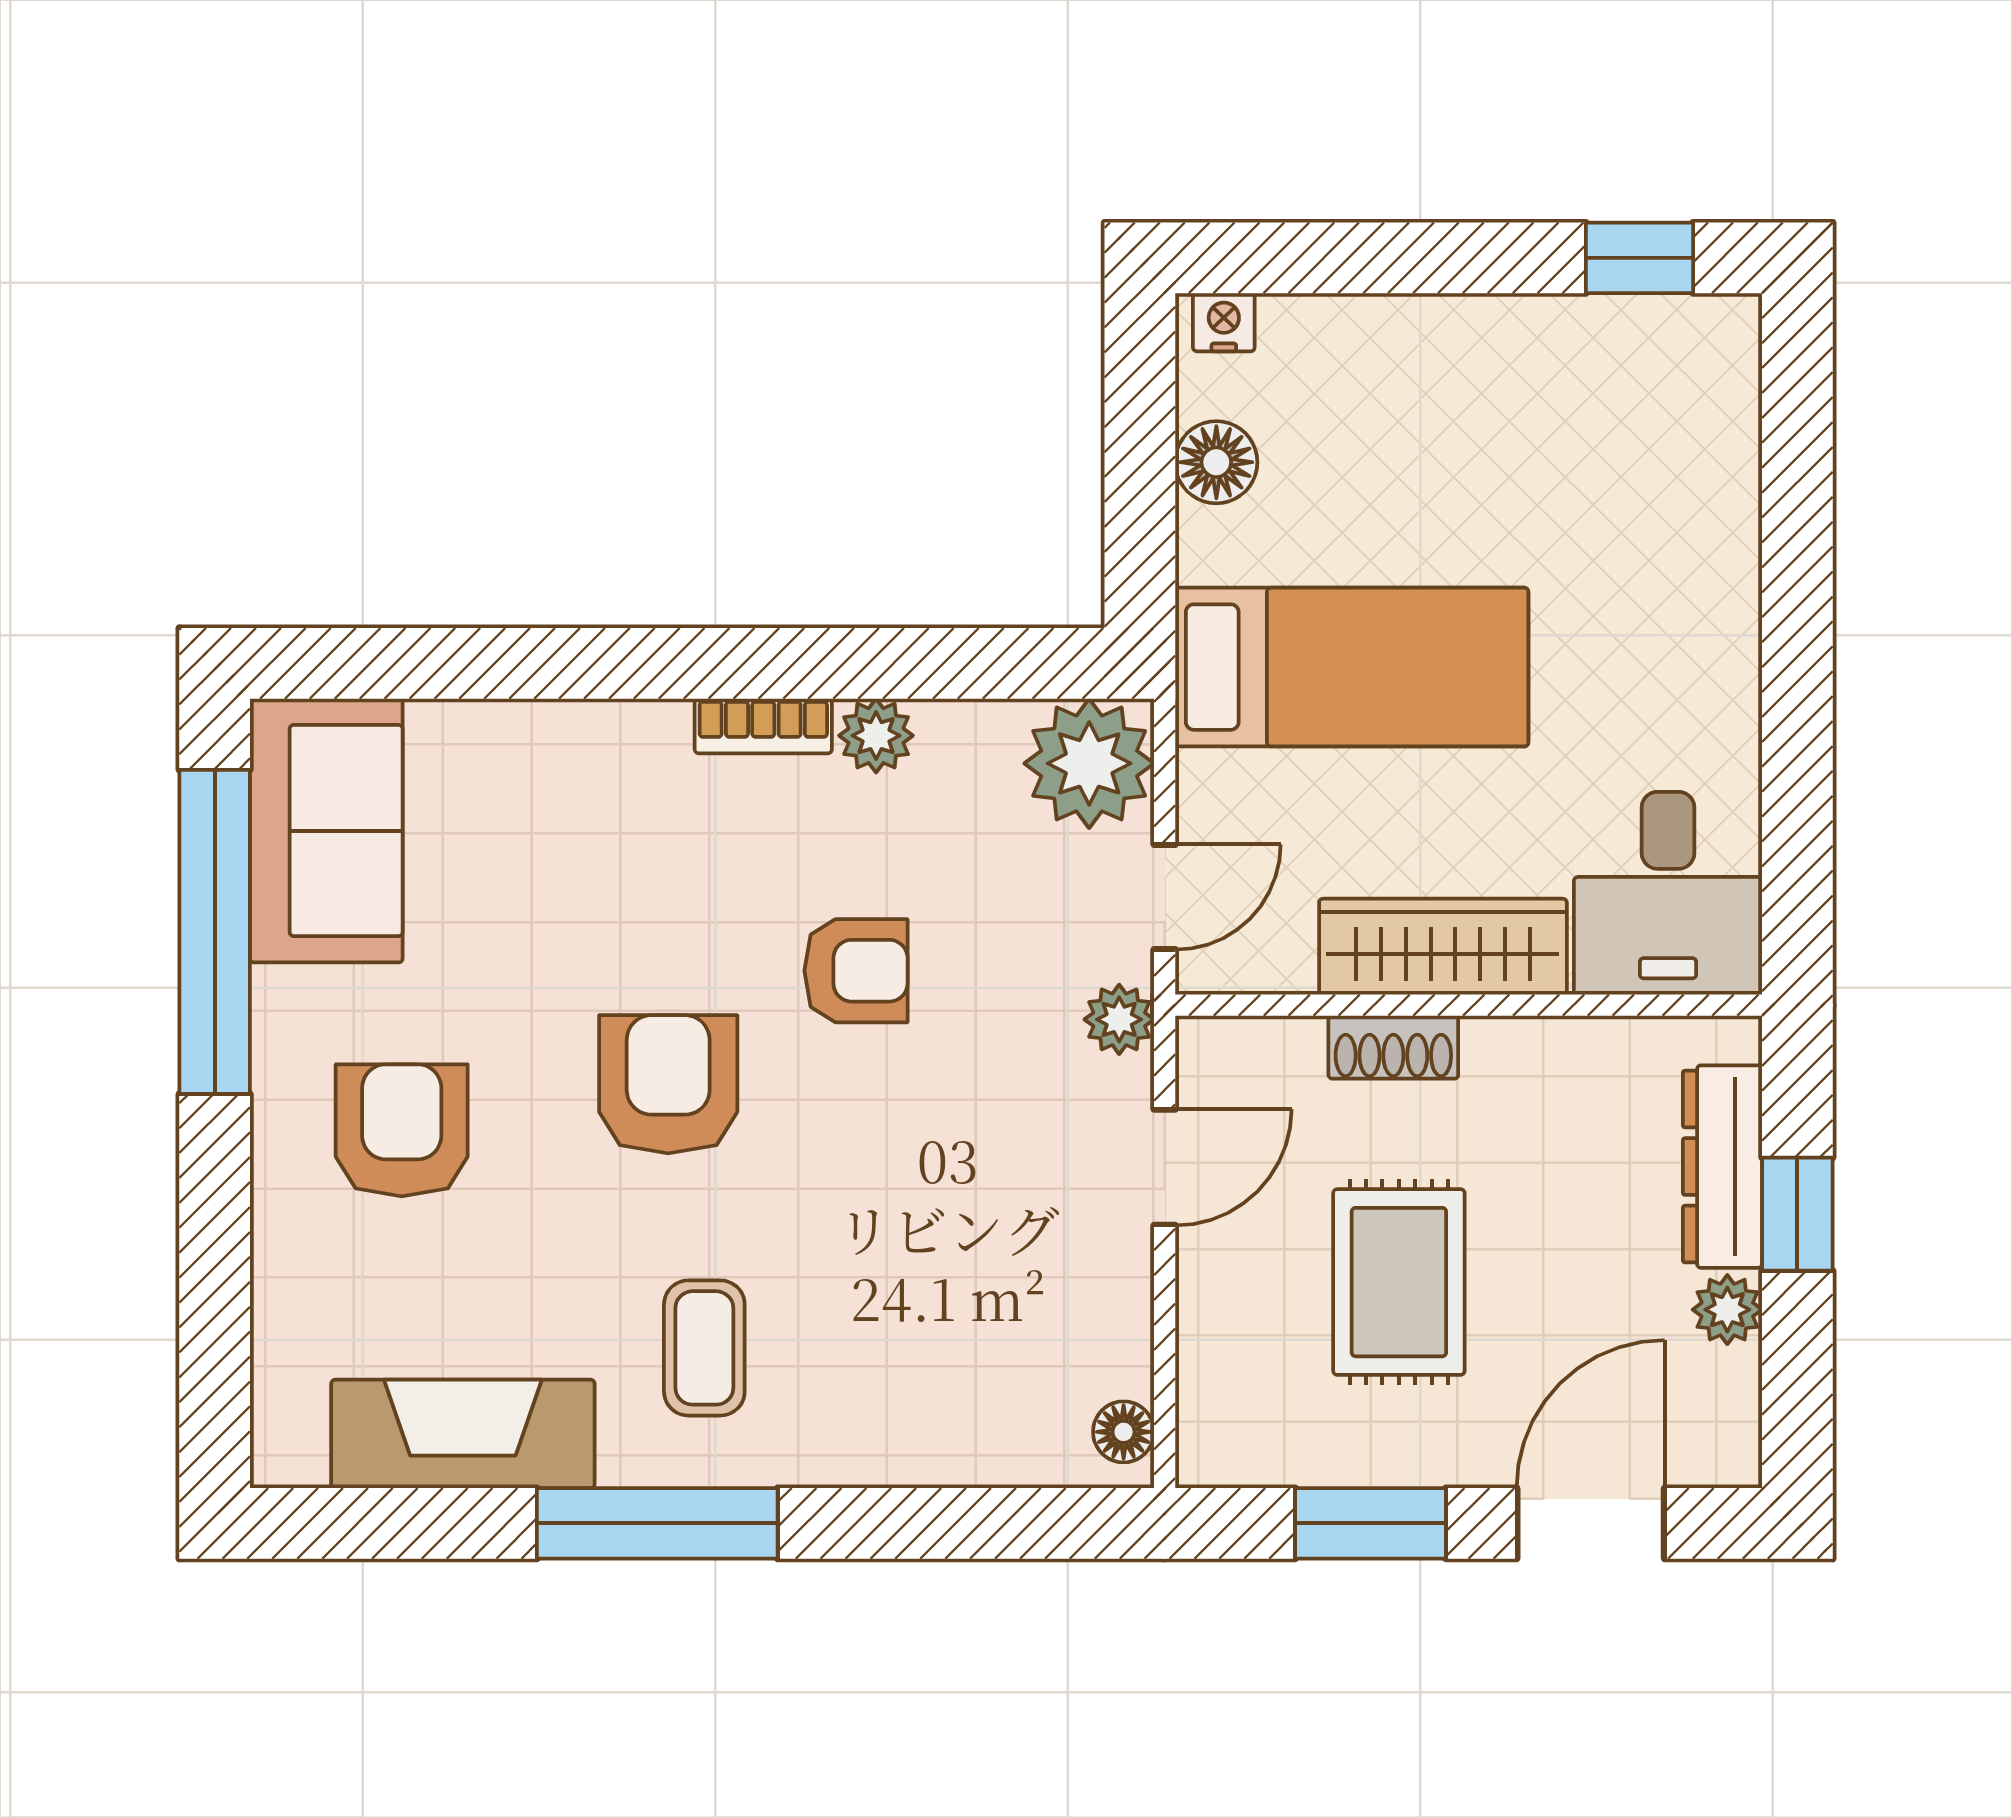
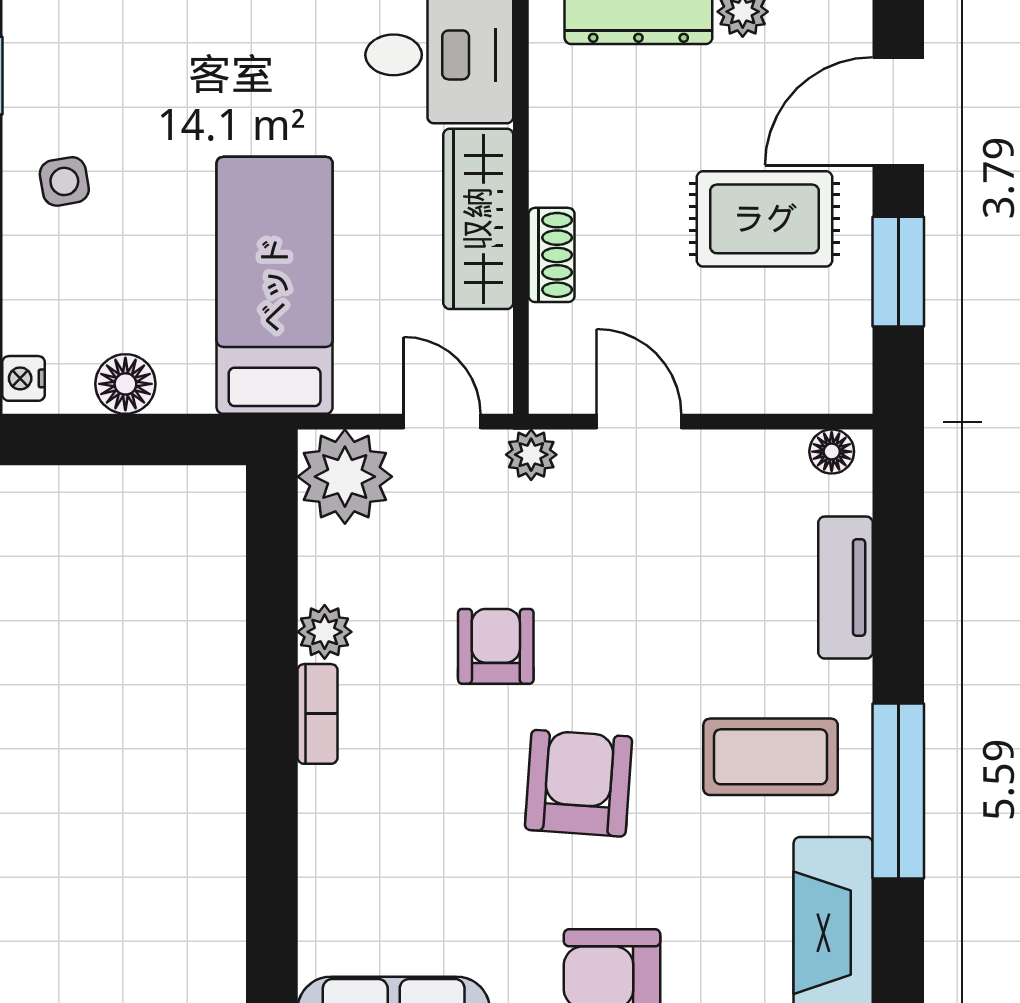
side table: (1494, 378) -> (64, 181), added
armchair: (668, 1084) -> (579, 783), turned 94
rug: (1399, 1282) -> (765, 219), moved
coffee table: (704, 1348) -> (771, 757), width x1.36, depth x1.30
tv unit: (937, 1451) -> (845, 588), added
door: (1591, 1523) -> (898, 111), hinge flipped

